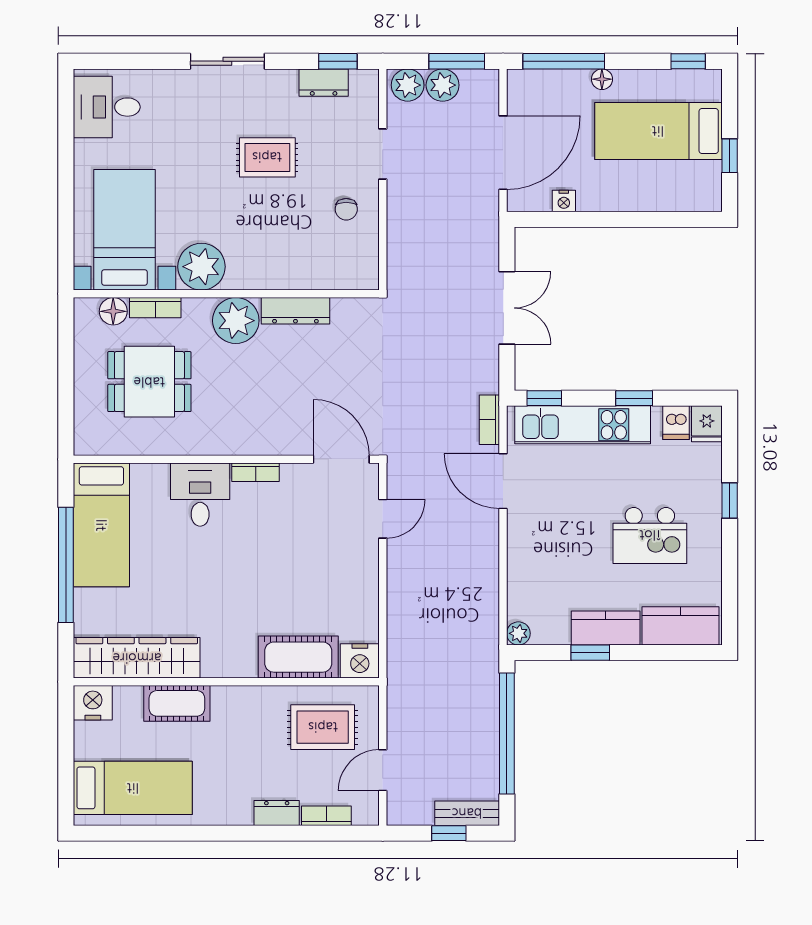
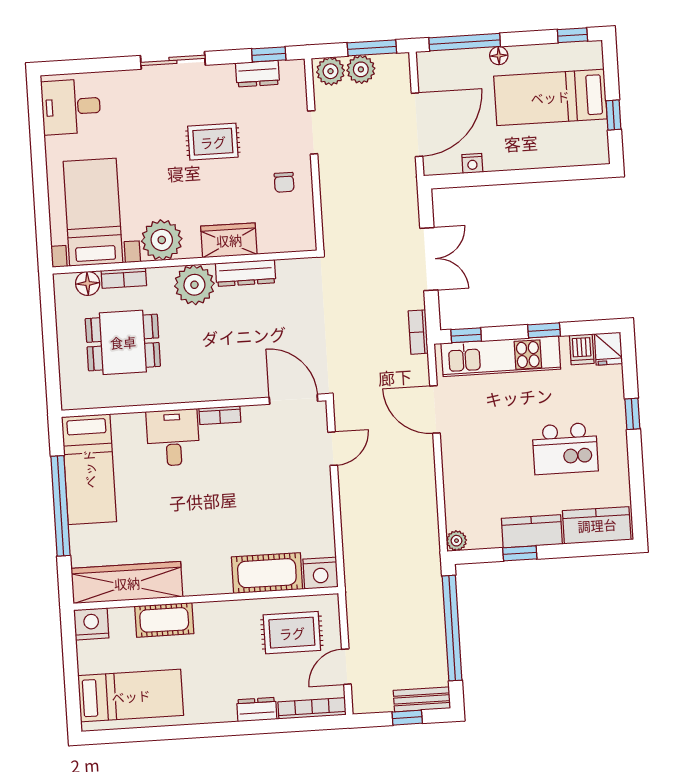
wardrobe: (279, 272) -> (229, 240), added
bookcase: (489, 420) -> (418, 332), moved
bookcase: (326, 816) -> (312, 708), width x1.56

